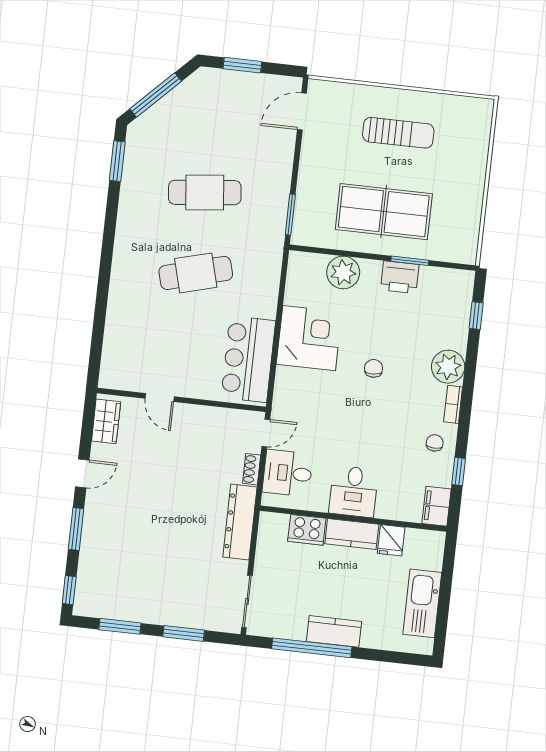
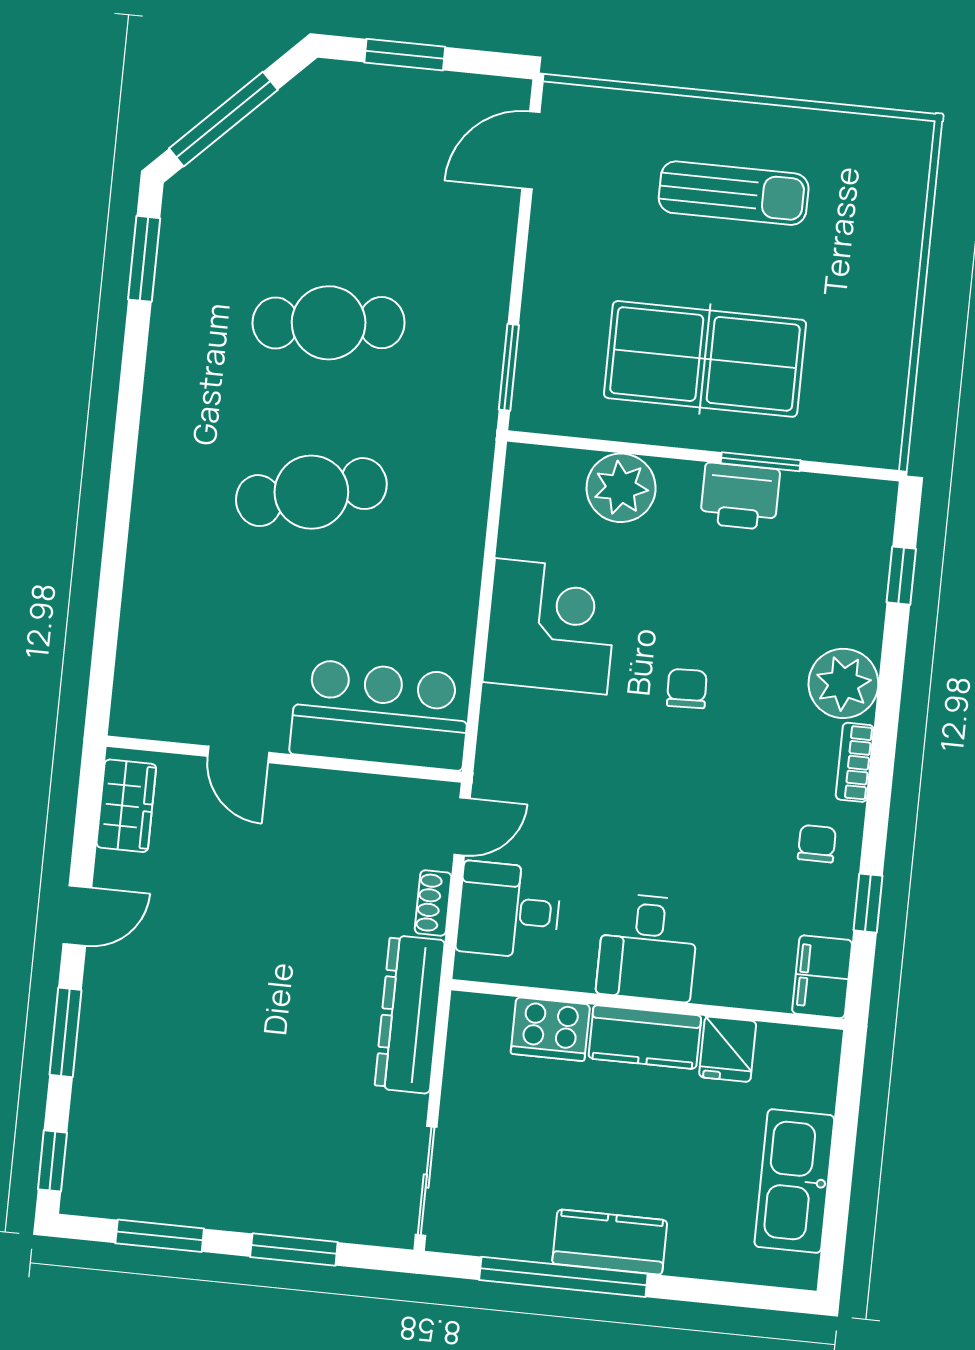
bar counter: (248, 359) -> (380, 715), moved, turned 90

